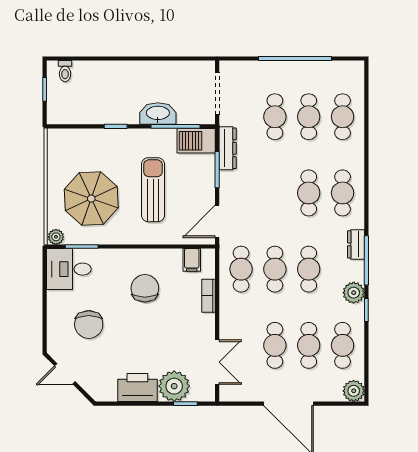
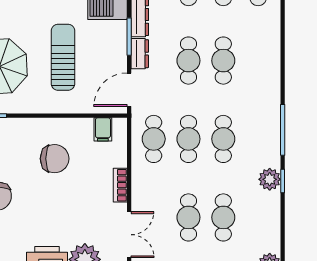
cafe table: (343, 193) -> (188, 61), moved
dresser: (356, 244) -> (140, 54), moved, turned 180
chair: (145, 288) -> (55, 159), turned 90
plant: (354, 293) -> (270, 179), moved
bookcase: (209, 296) -> (120, 185), moved
cafe table: (343, 345) -> (258, 217), removed

